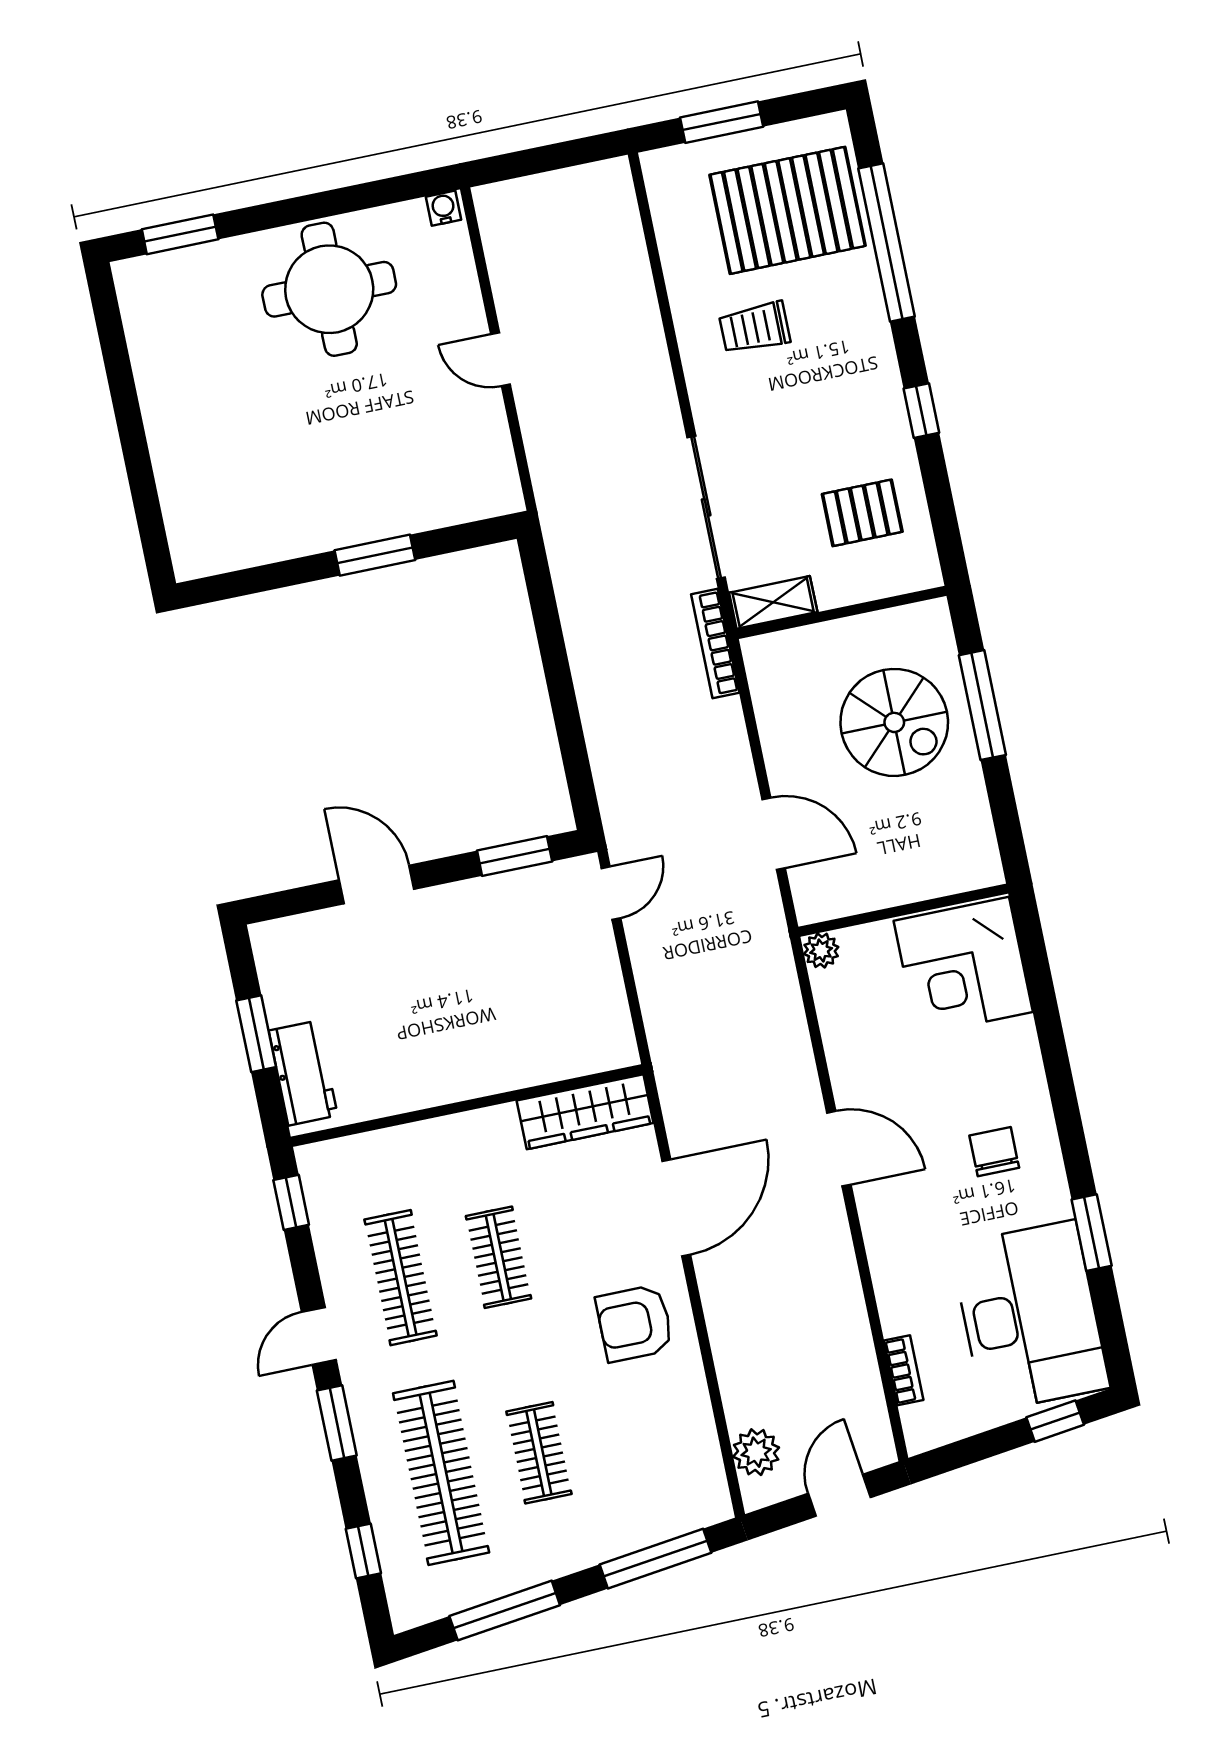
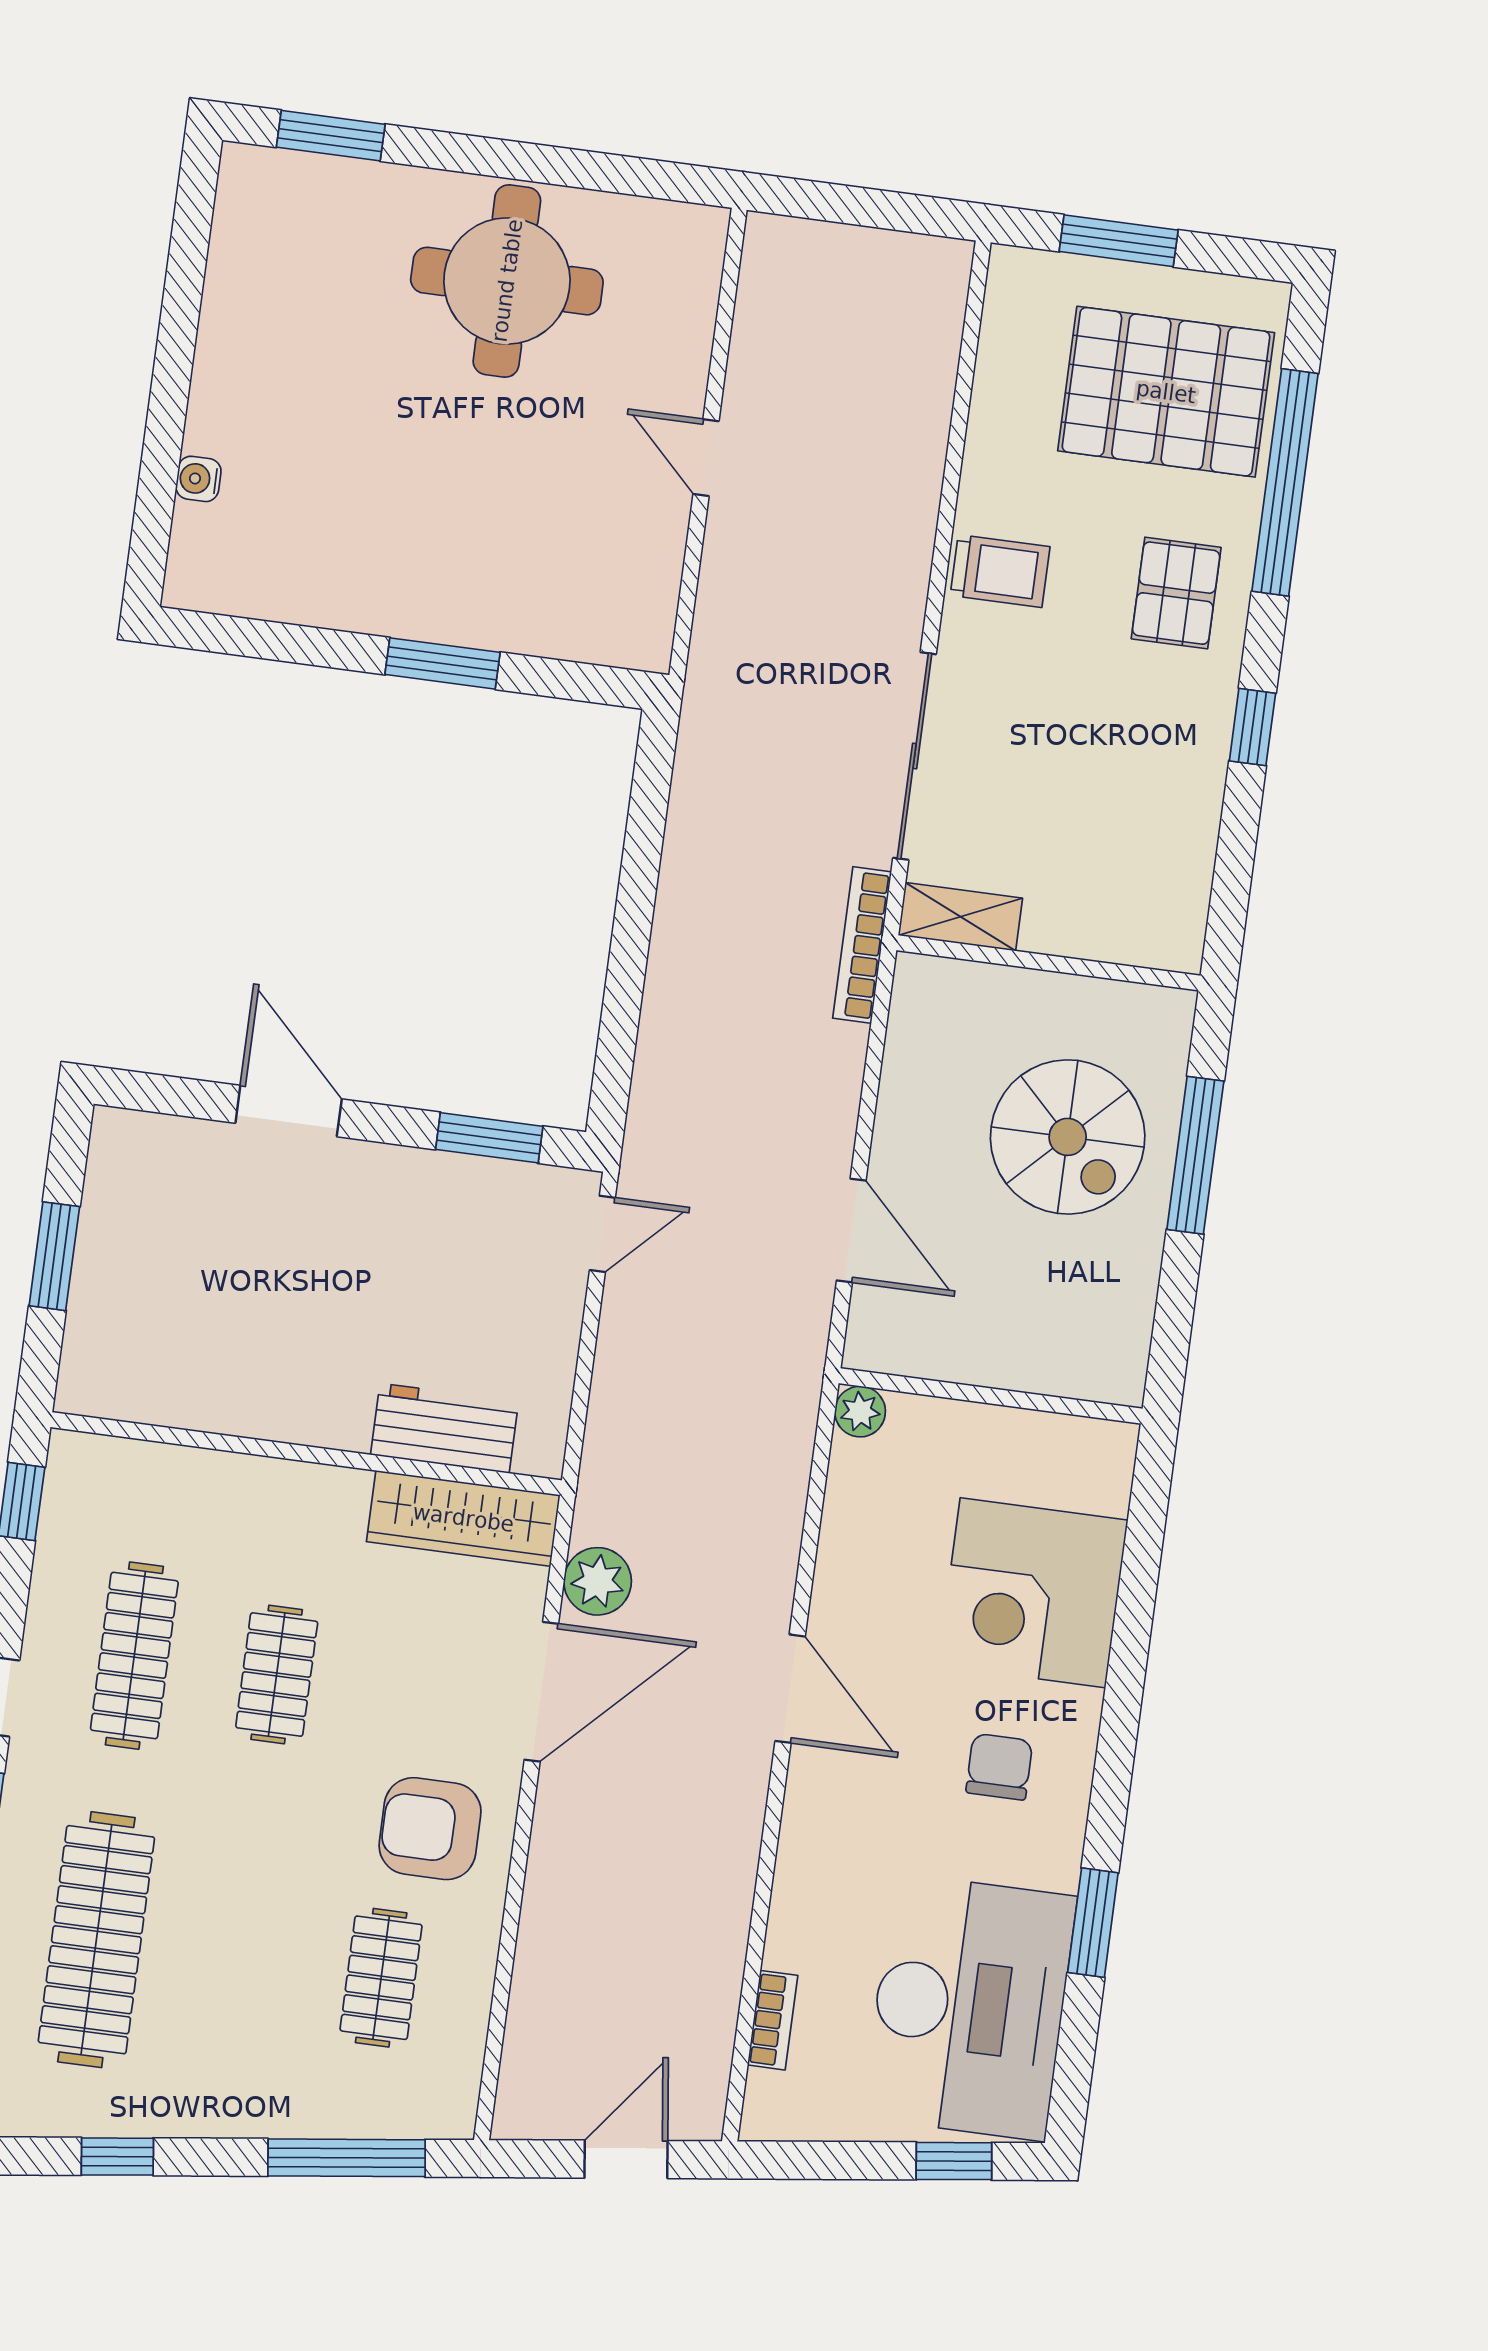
water cooler: (443, 208) -> (198, 479), moved, turned -90
trolley: (755, 328) -> (1000, 571), moved, turned 180
pallet: (862, 513) -> (1176, 593), moved, turned 90
corner desk: (963, 966) -> (1033, 1593), moved
workbench: (303, 1073) -> (445, 1428), moved, turned -90
plant: (756, 1452) -> (598, 1581), moved
clothes rail: (539, 1453) -> (381, 1978), moved
window: (505, 1611) -> (117, 2157), width x0.46

